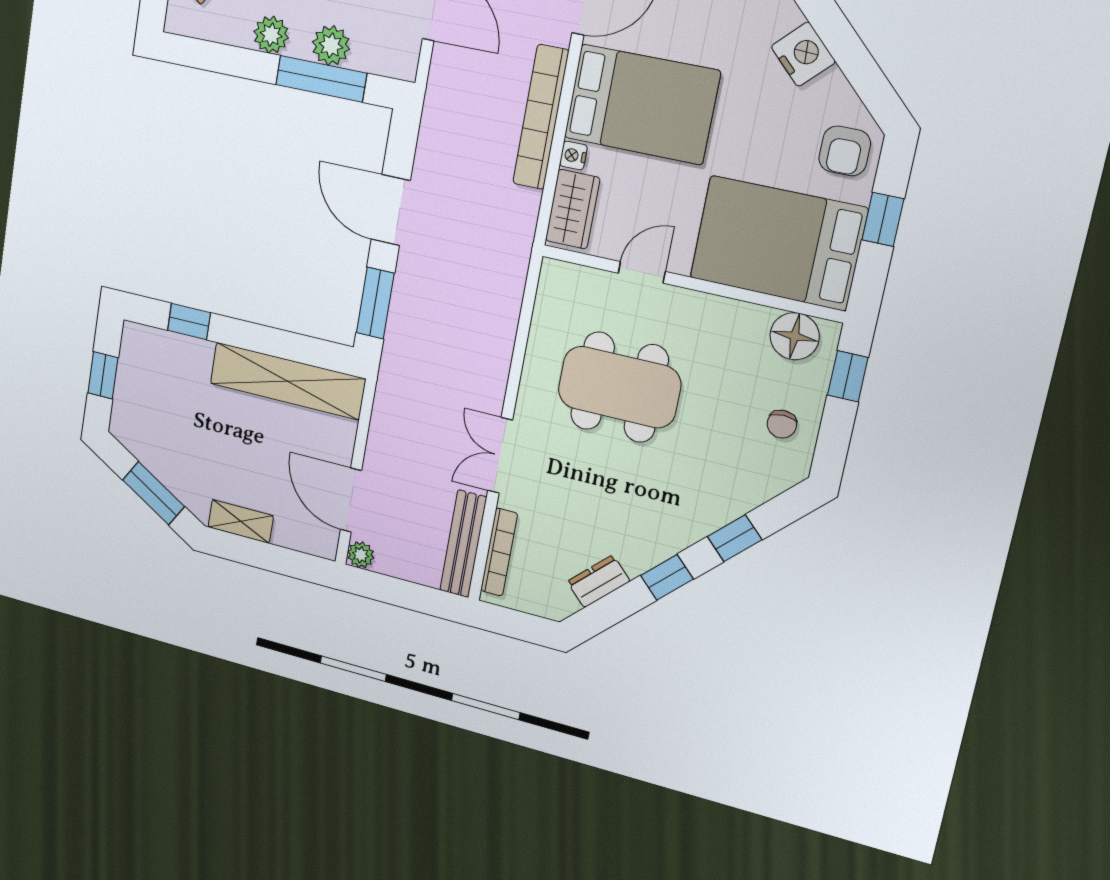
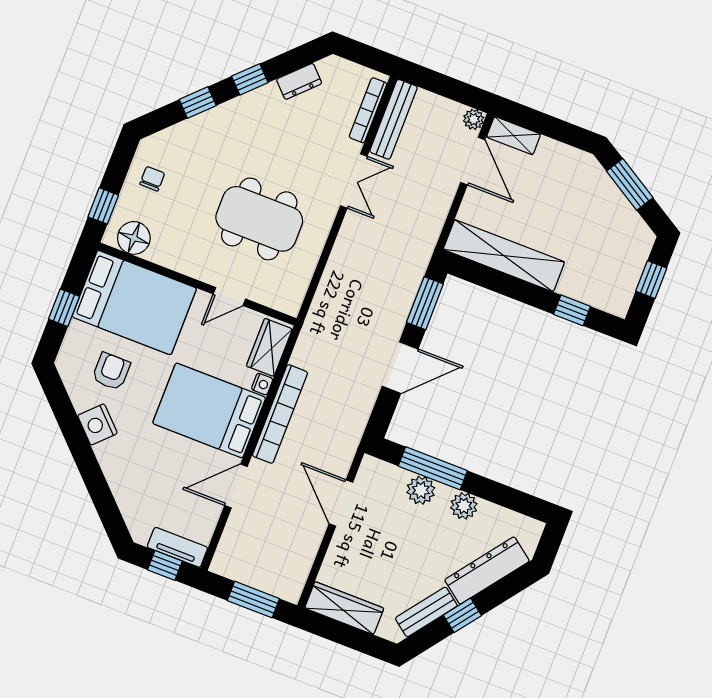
armchair: (845, 151) -> (111, 371), moved
door: (391, 210) -> (400, 368), hinge flipped
shelving: (241, 521) -> (514, 136), moved

